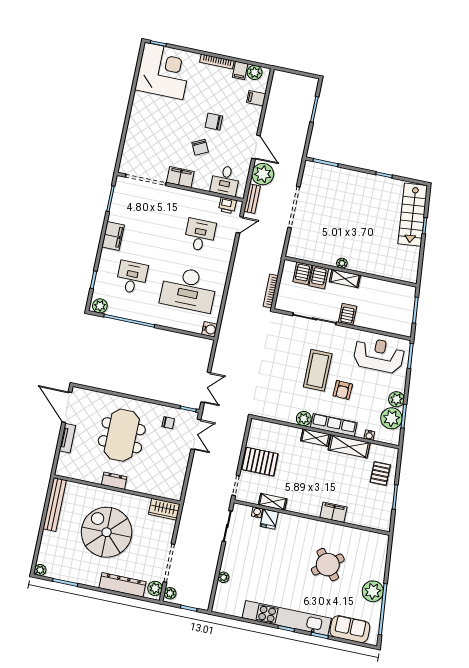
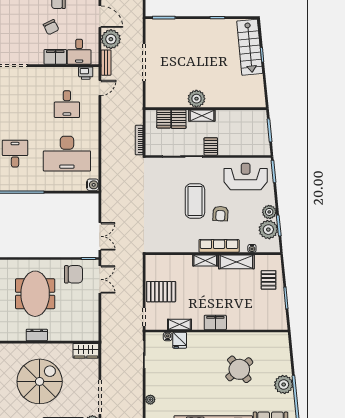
filing cabinet: (180, 177) -> (55, 57), moved
desk: (200, 235) -> (67, 104), turned 180
plant: (342, 263) -> (196, 99), width x1.87, depth x1.87
plant: (304, 419) -> (192, 246), removed
chair: (168, 423) -> (74, 274), width x1.87, depth x1.87
filing cabinet: (333, 512) -> (215, 322), moved
spiral stairs: (107, 532) -> (40, 381), turned 90

